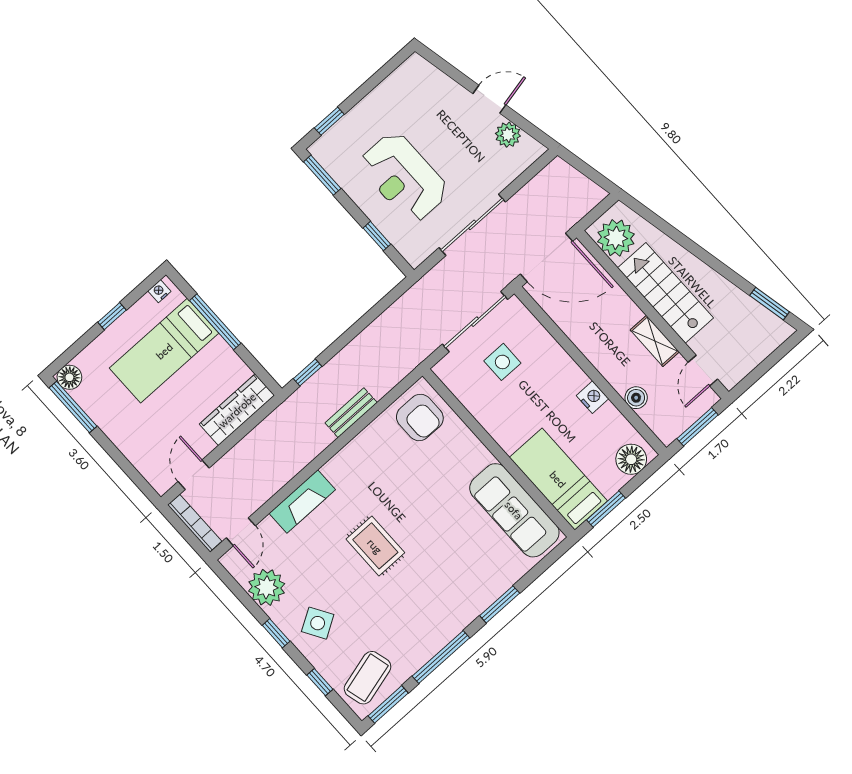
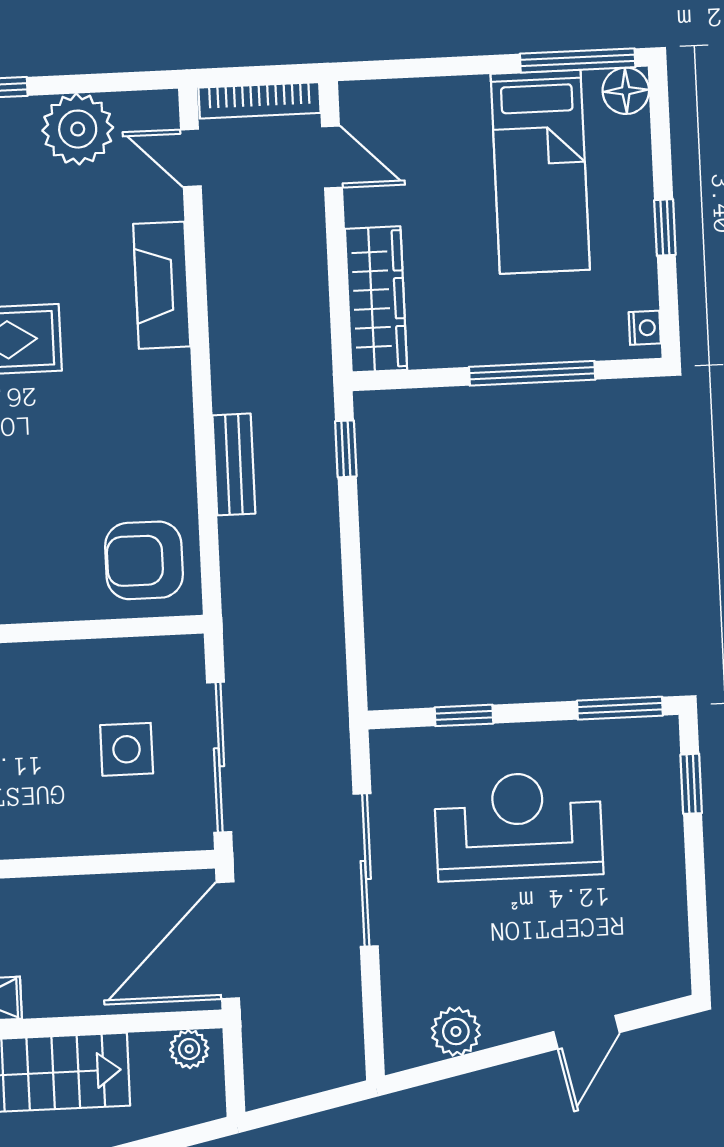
door: (489, 99) -> (587, 1032), moved
plant: (616, 238) -> (189, 1049), width x0.53, depth x0.53
bed: (164, 351) -> (540, 172), moved, turned 180

